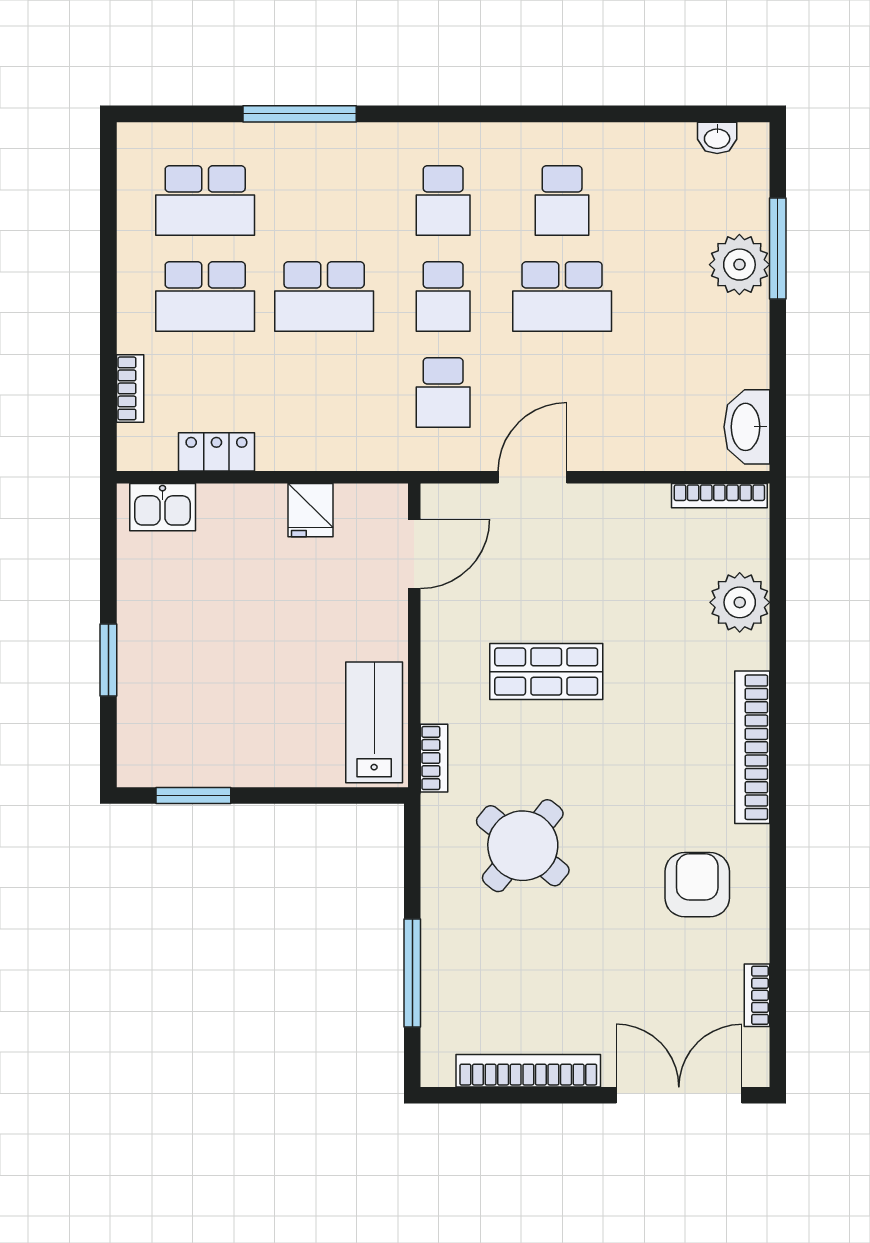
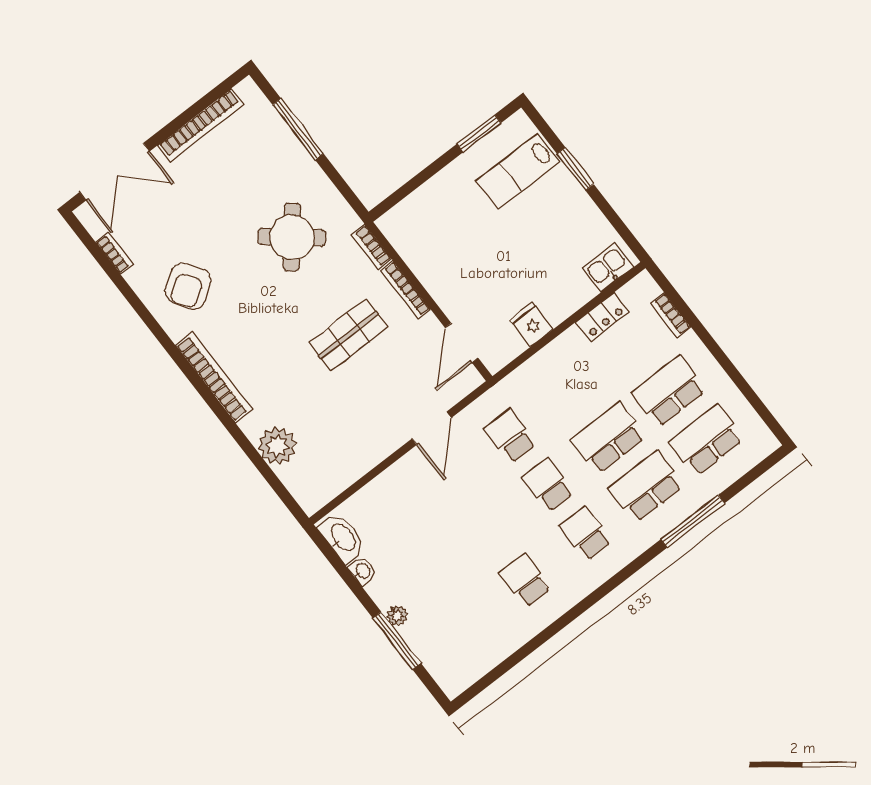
washbasin: (717, 138) -> (363, 571), moved, turned 90
plant: (739, 265) -> (397, 616), width x0.53, depth x0.53
school desk: (562, 297) -> (646, 487), moved
bookcase: (719, 496) -> (405, 290), moved, turned -90
lab bench: (374, 722) -> (518, 171), moved, turned 90
armchair: (697, 885) -> (188, 286), turned 58

